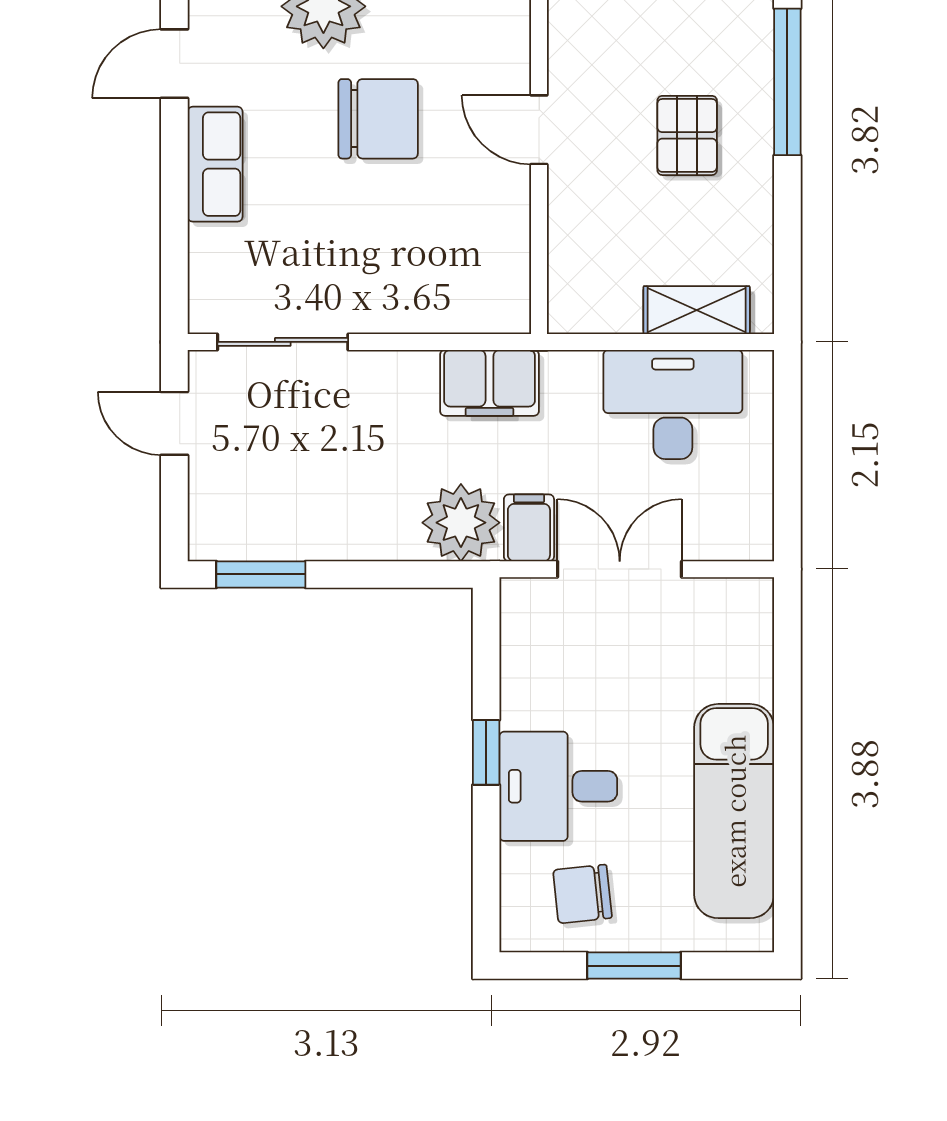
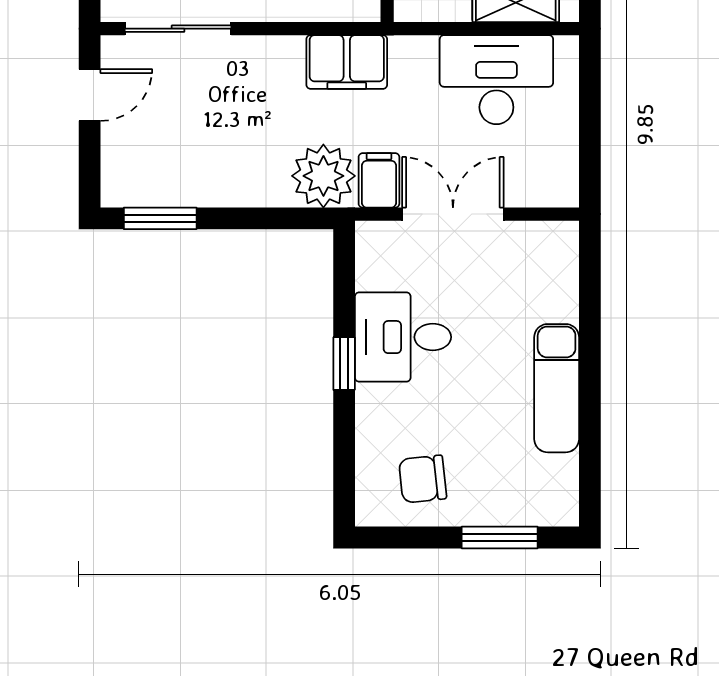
door: (174, 423) -> (90, 95), swing flipped
desk: (558, 786) -> (403, 337), moved
exam couch: (734, 811) -> (557, 388), width x0.73, depth x0.69
window: (634, 966) -> (500, 537), moved

